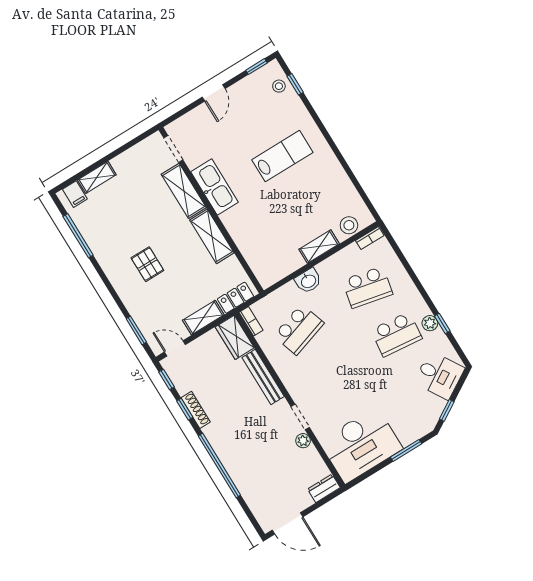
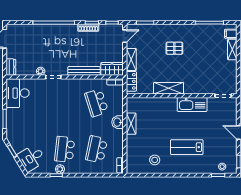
lab bench: (282, 156) -> (187, 147), turned 90
shelving: (184, 191) -> (199, 88), removed
stool: (349, 225) -> (155, 160), moved
shelving: (319, 247) -> (131, 124), moved
desk: (361, 445) -> (18, 93), width x0.73, depth x0.77

